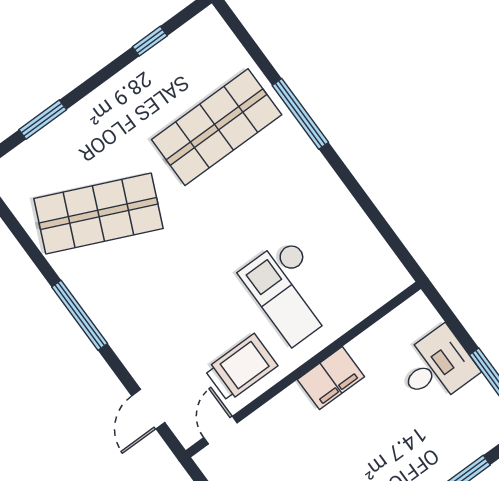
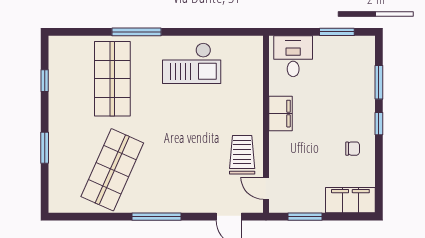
window: (43, 120) -> (45, 148), moved
checkout: (290, 291) -> (192, 63), moved
desk: (437, 367) -> (293, 56), moved

